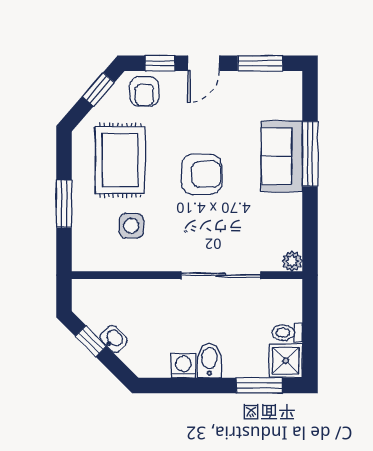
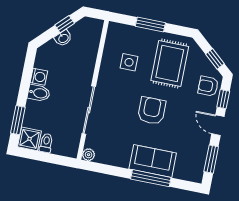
rug: (120, 160) -> (170, 63), turned 90
armchair: (202, 174) -> (152, 111), turned 180

